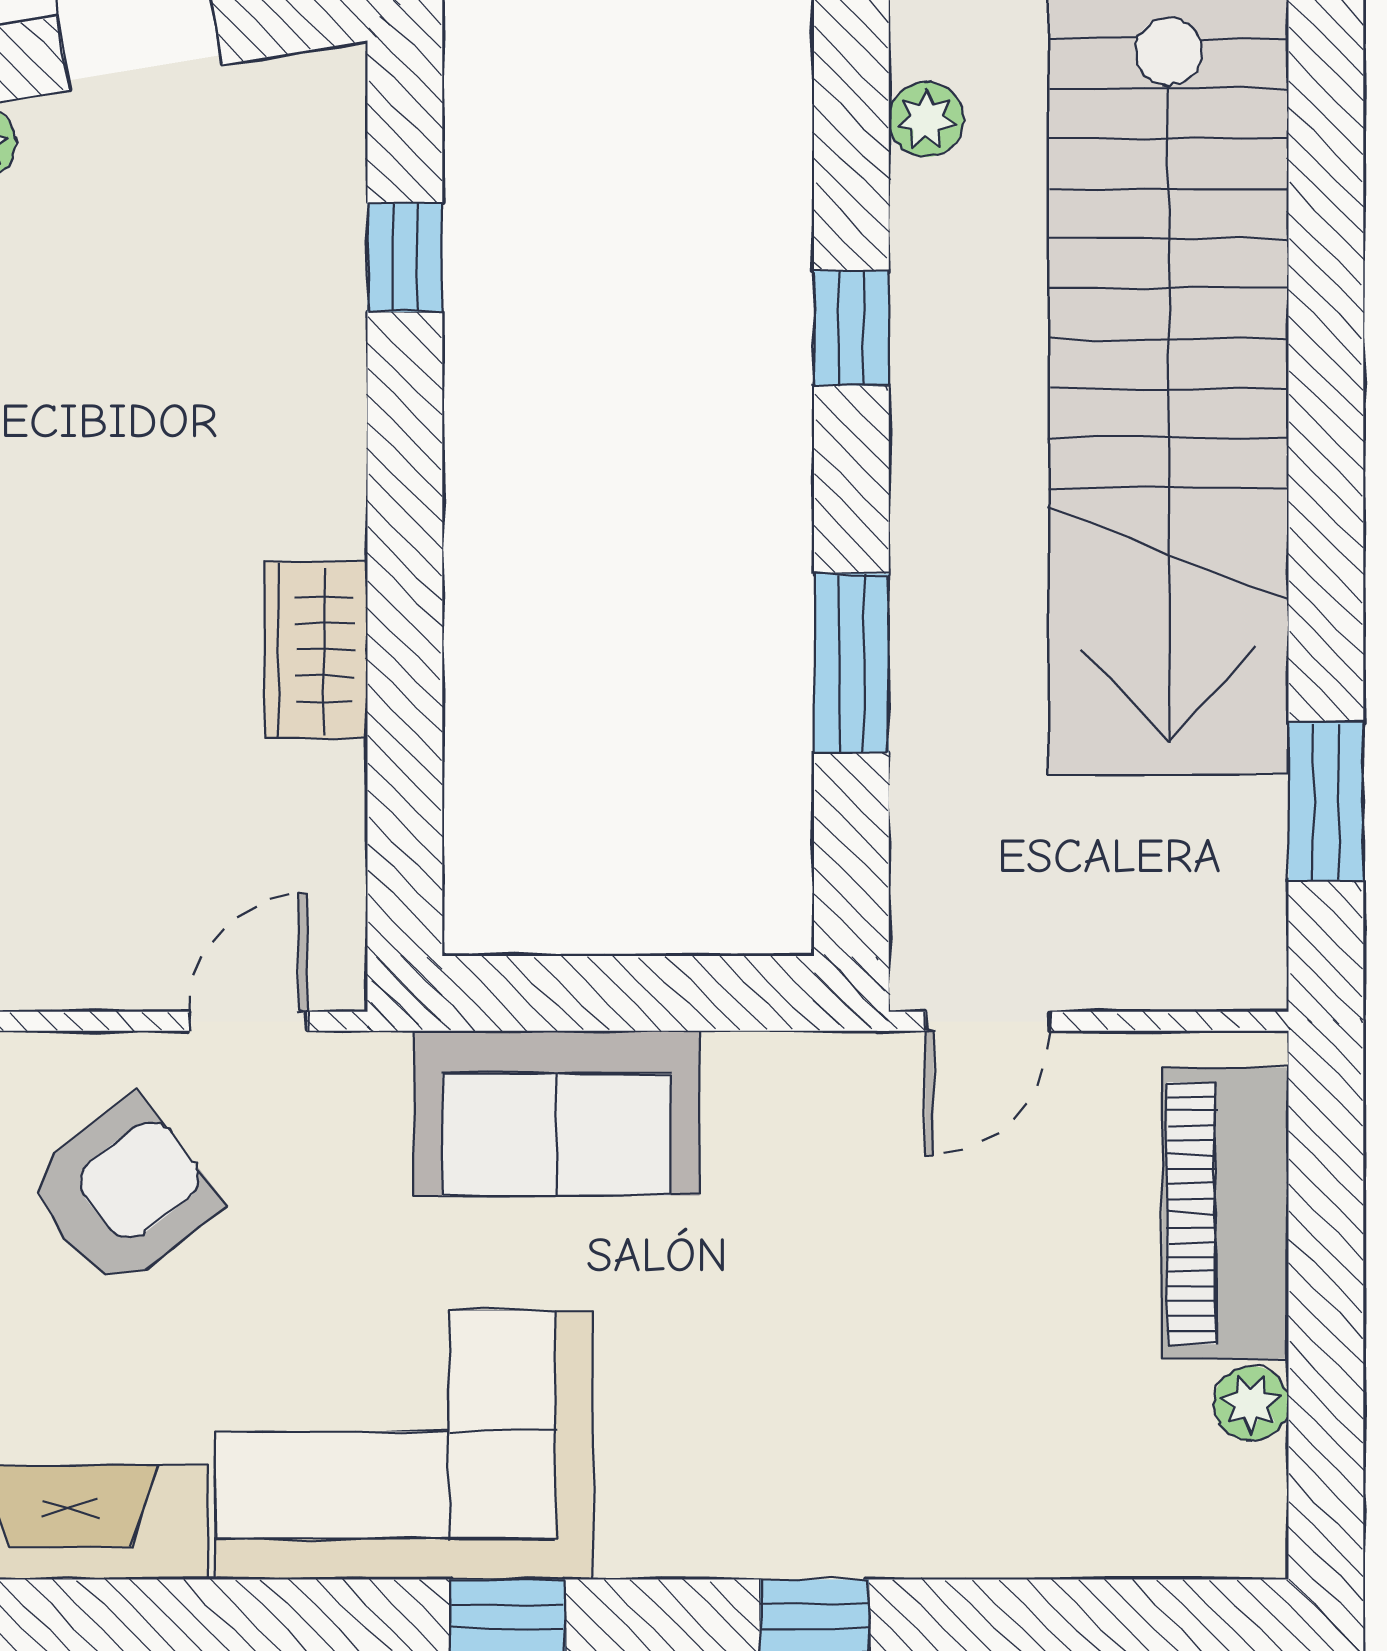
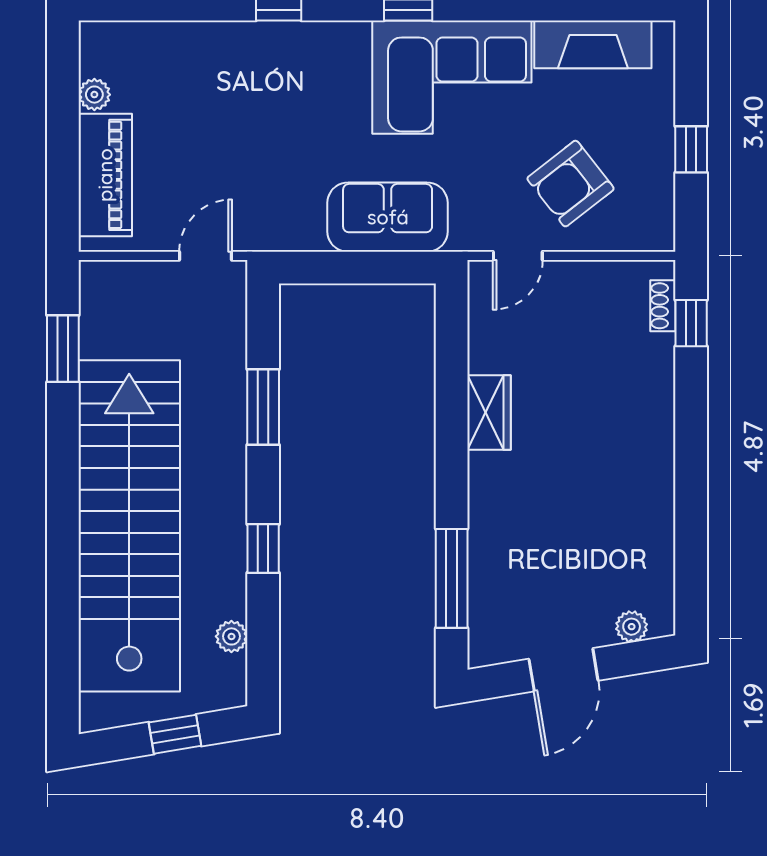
window: (405, 257) -> (452, 578), width x2.17

